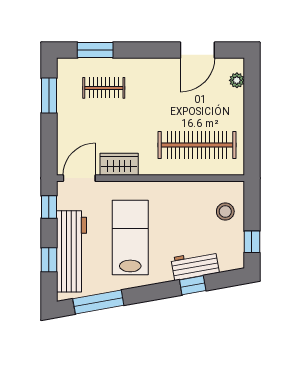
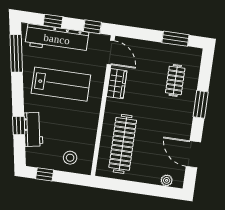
window: (95, 50) -> (201, 104), moved

